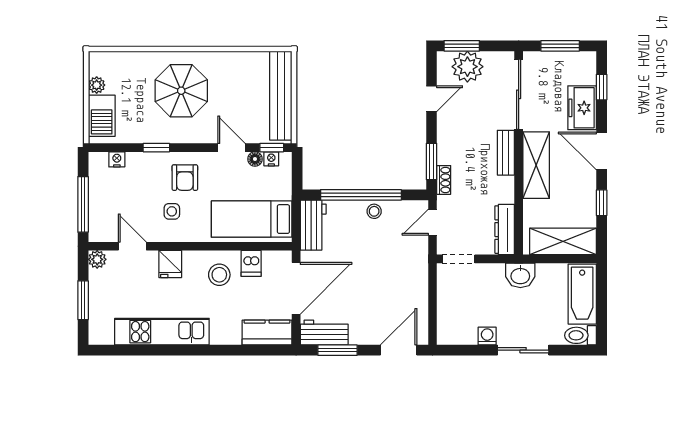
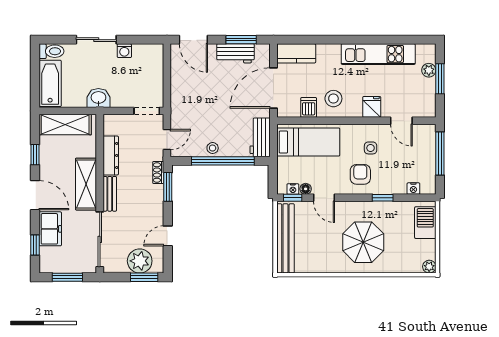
plant: (97, 85) -> (429, 267), moved
dresser: (505, 230) -> (111, 155), moved
plant: (97, 259) -> (429, 70), moved
workbench: (324, 333) -> (235, 53), moved
door: (399, 350) -> (193, 40), hinge flipped

